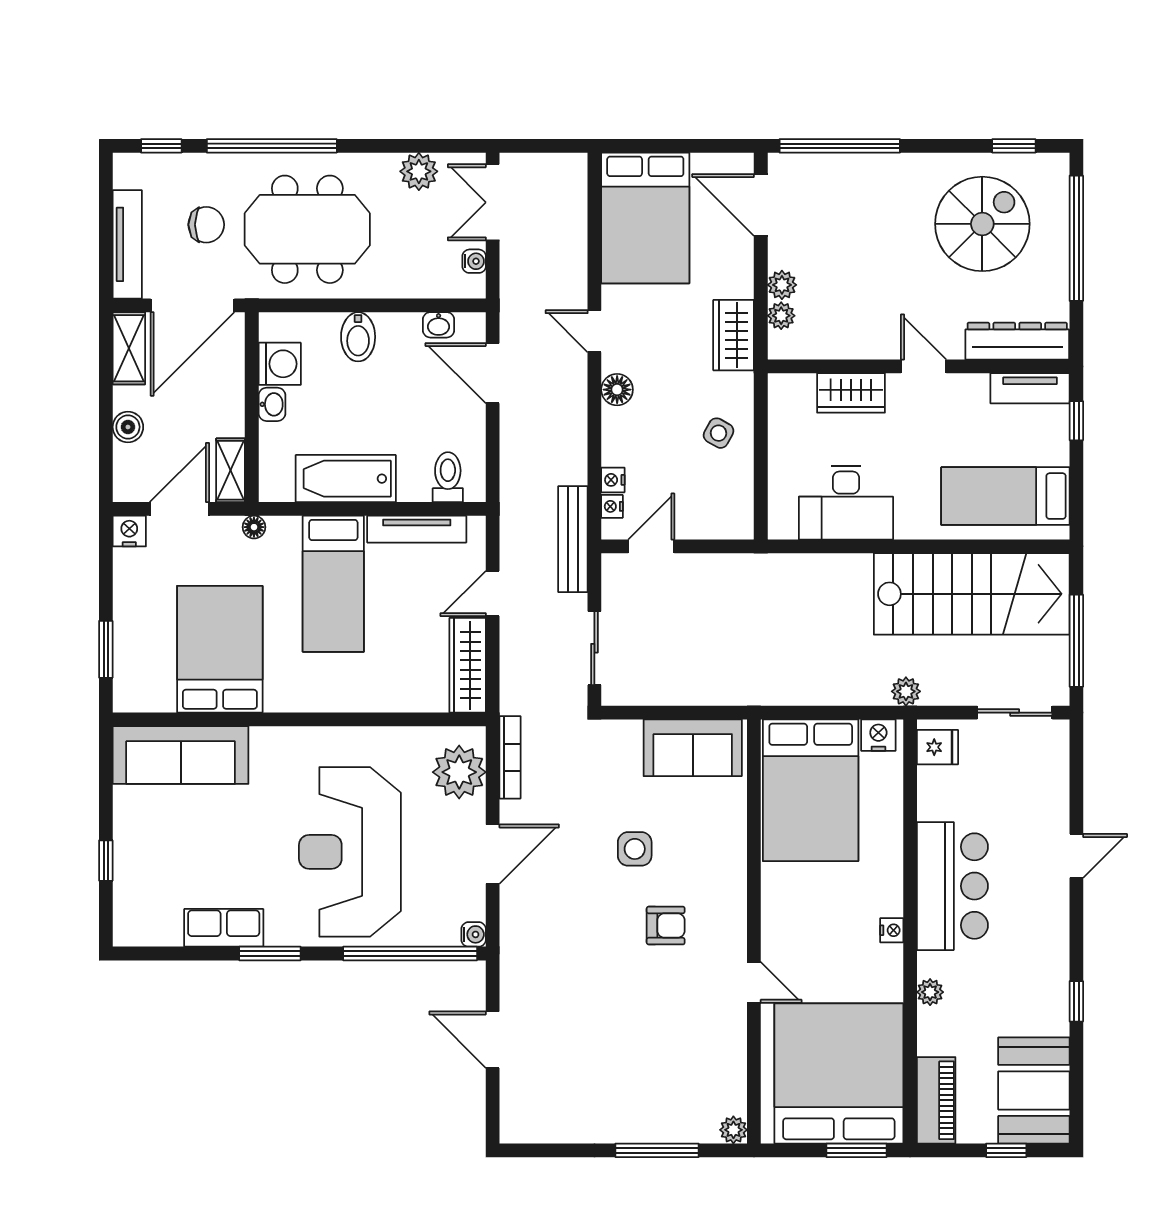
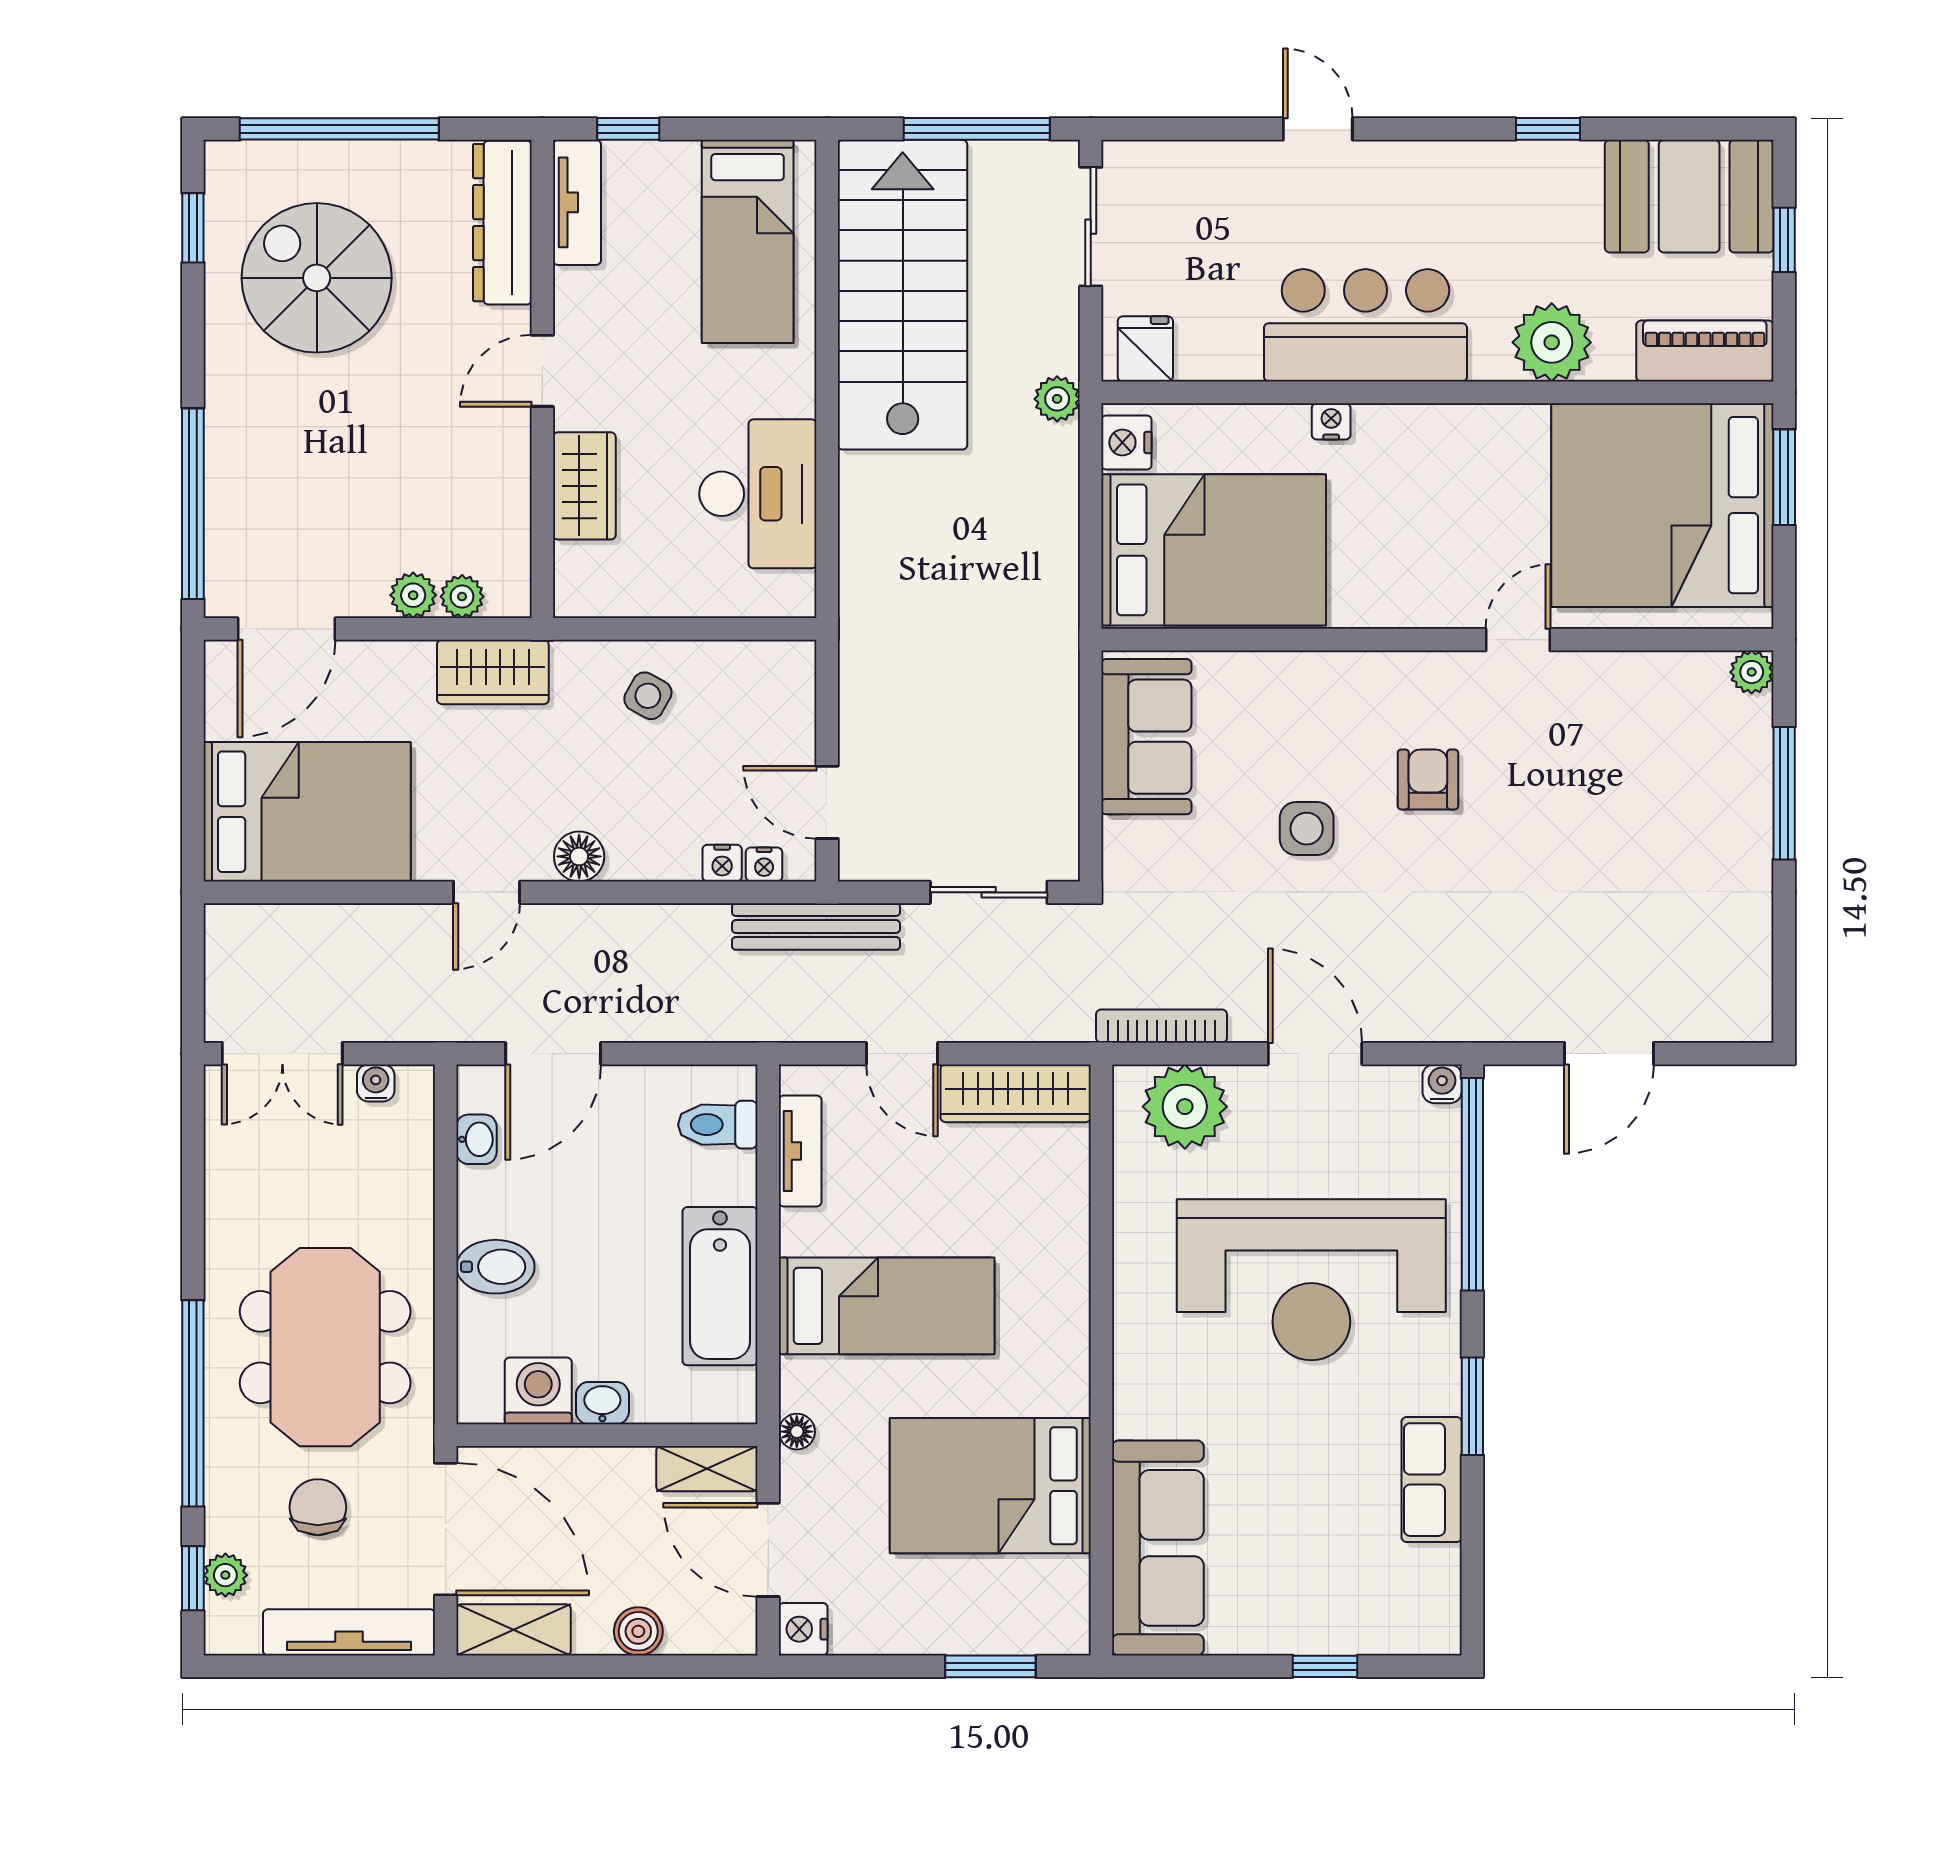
plant: (419, 171) -> (225, 1575), moved, width x0.73, depth x0.73
tv unit: (417, 529) -> (800, 1151), width x0.71
nightstand: (892, 930) -> (1331, 421), moved
plant: (930, 992) -> (1552, 342), width x1.87, depth x1.87

